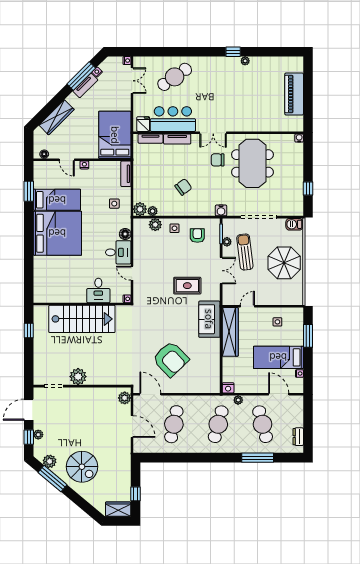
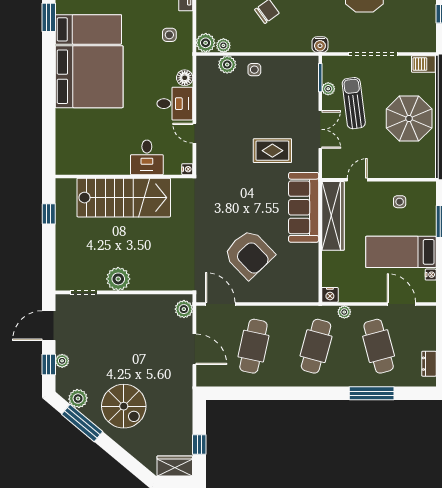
armchair: (197, 236) -> (287, 80), removed
sofa: (209, 319) -> (304, 207), width x1.36

